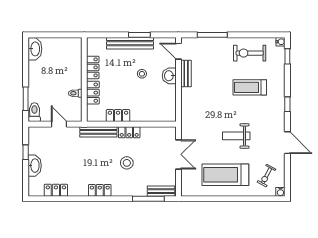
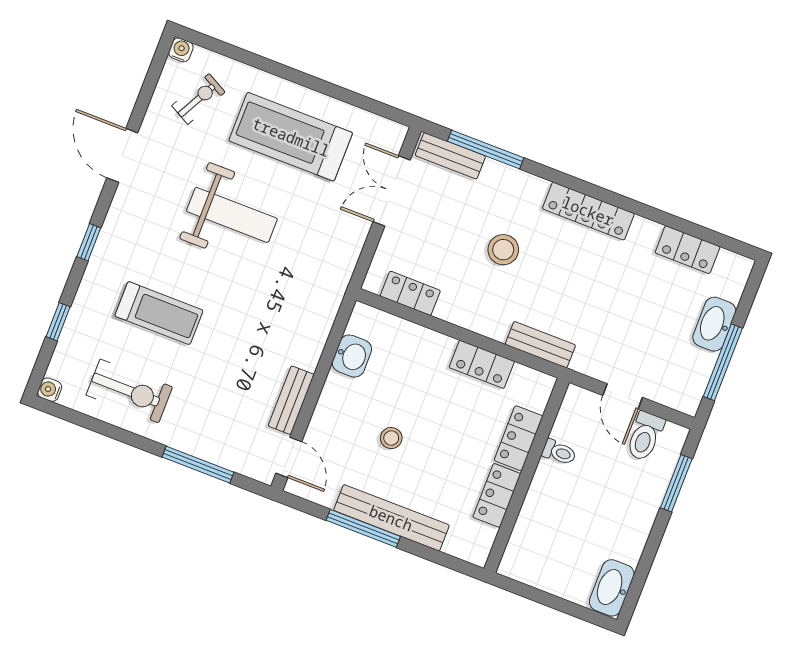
window: (139, 35) -> (363, 528), width x1.44
window: (287, 56) -> (58, 322), moved
washbasin: (169, 76) -> (352, 356), moved
toilet: (34, 112) -> (645, 436), moved
bench: (98, 132) -> (540, 345), width x0.73
locker: (129, 132) -> (410, 293), moved
weight bench: (236, 136) -> (232, 215), width x1.36, depth x1.33
window: (26, 152) -> (723, 362), width x2.17
double door: (178, 154) -> (392, 191), moved
treadmill: (225, 175) -> (291, 137), turned 180
locker: (100, 190) -> (588, 211), width x1.53

